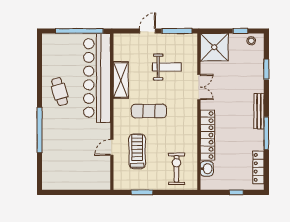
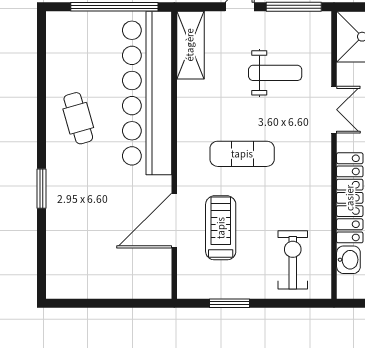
shelving: (121, 80) -> (190, 45), moved
window: (40, 130) -> (41, 189), width x0.47
door: (112, 147) -> (174, 221), width x1.88

